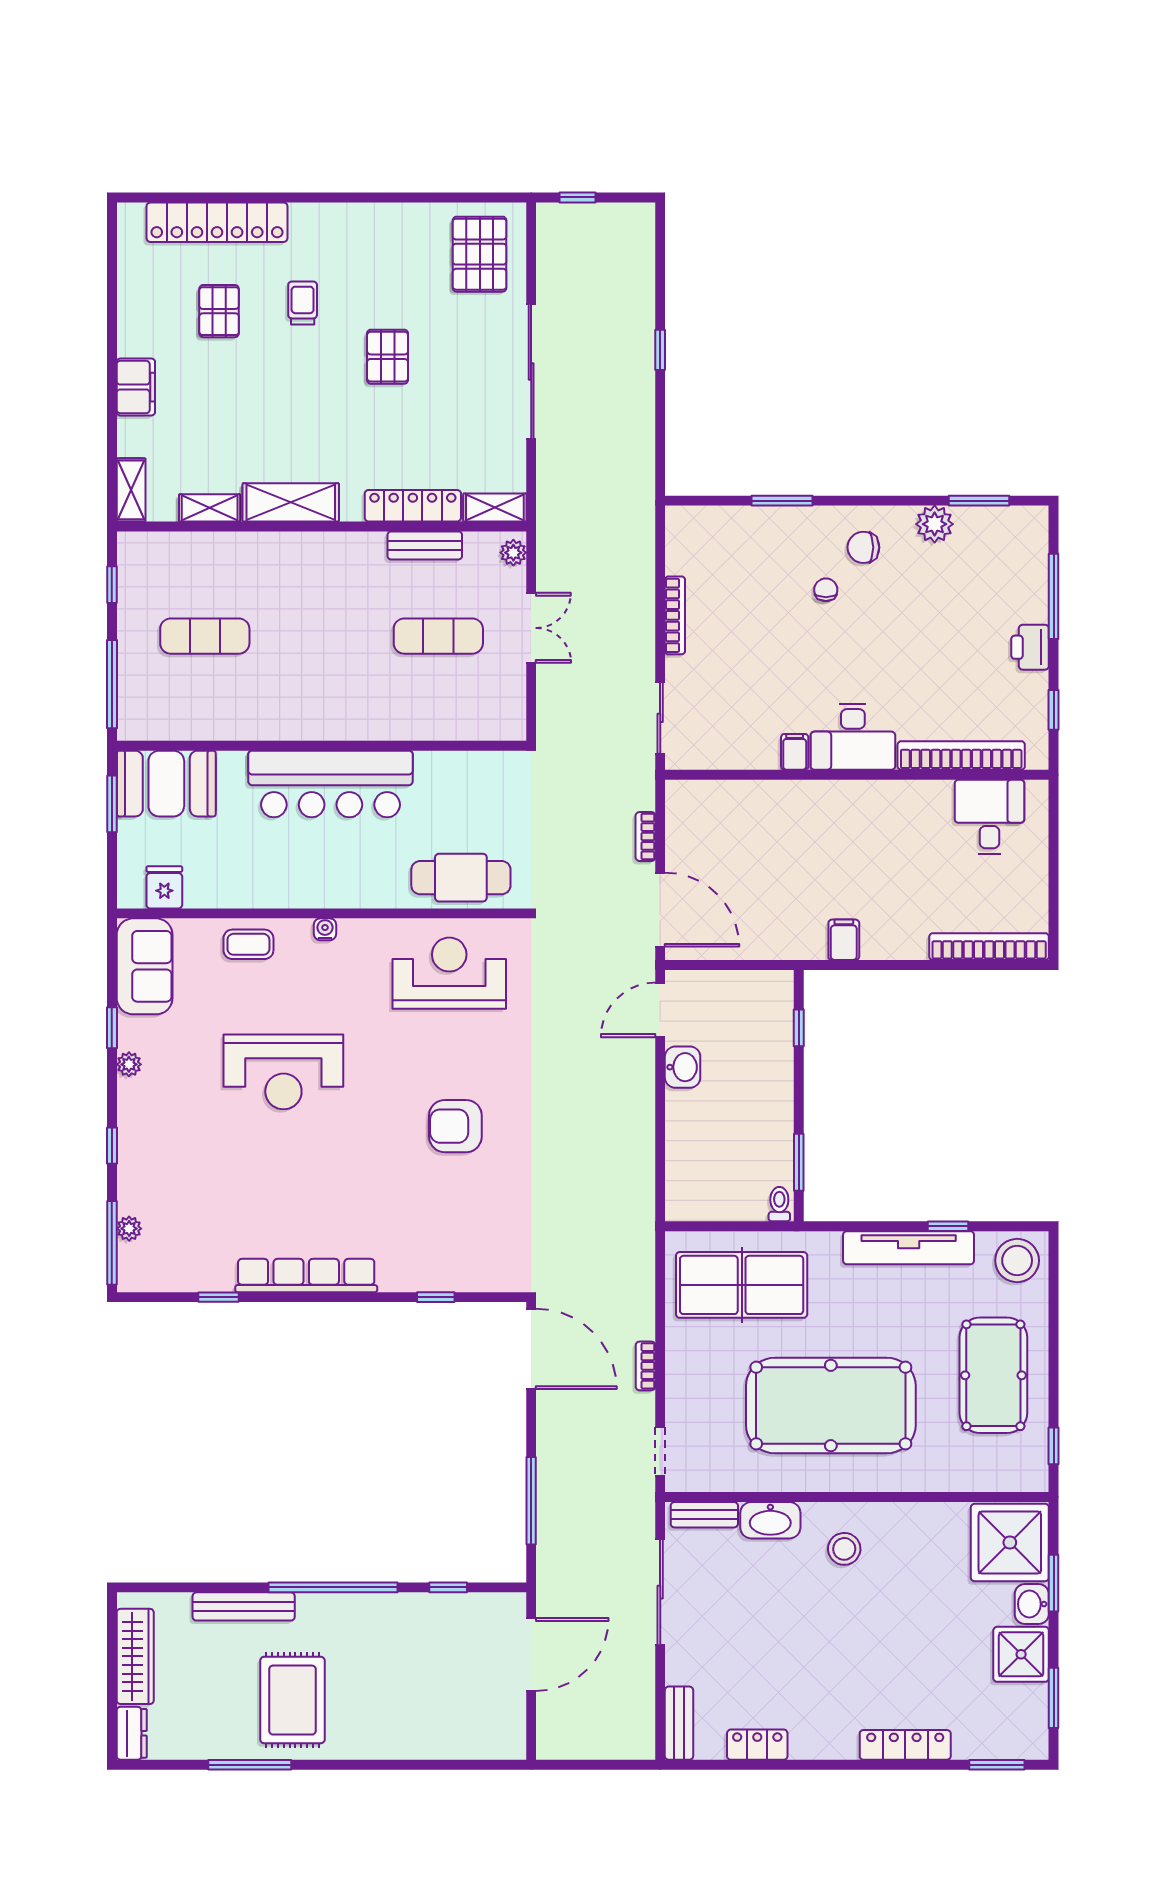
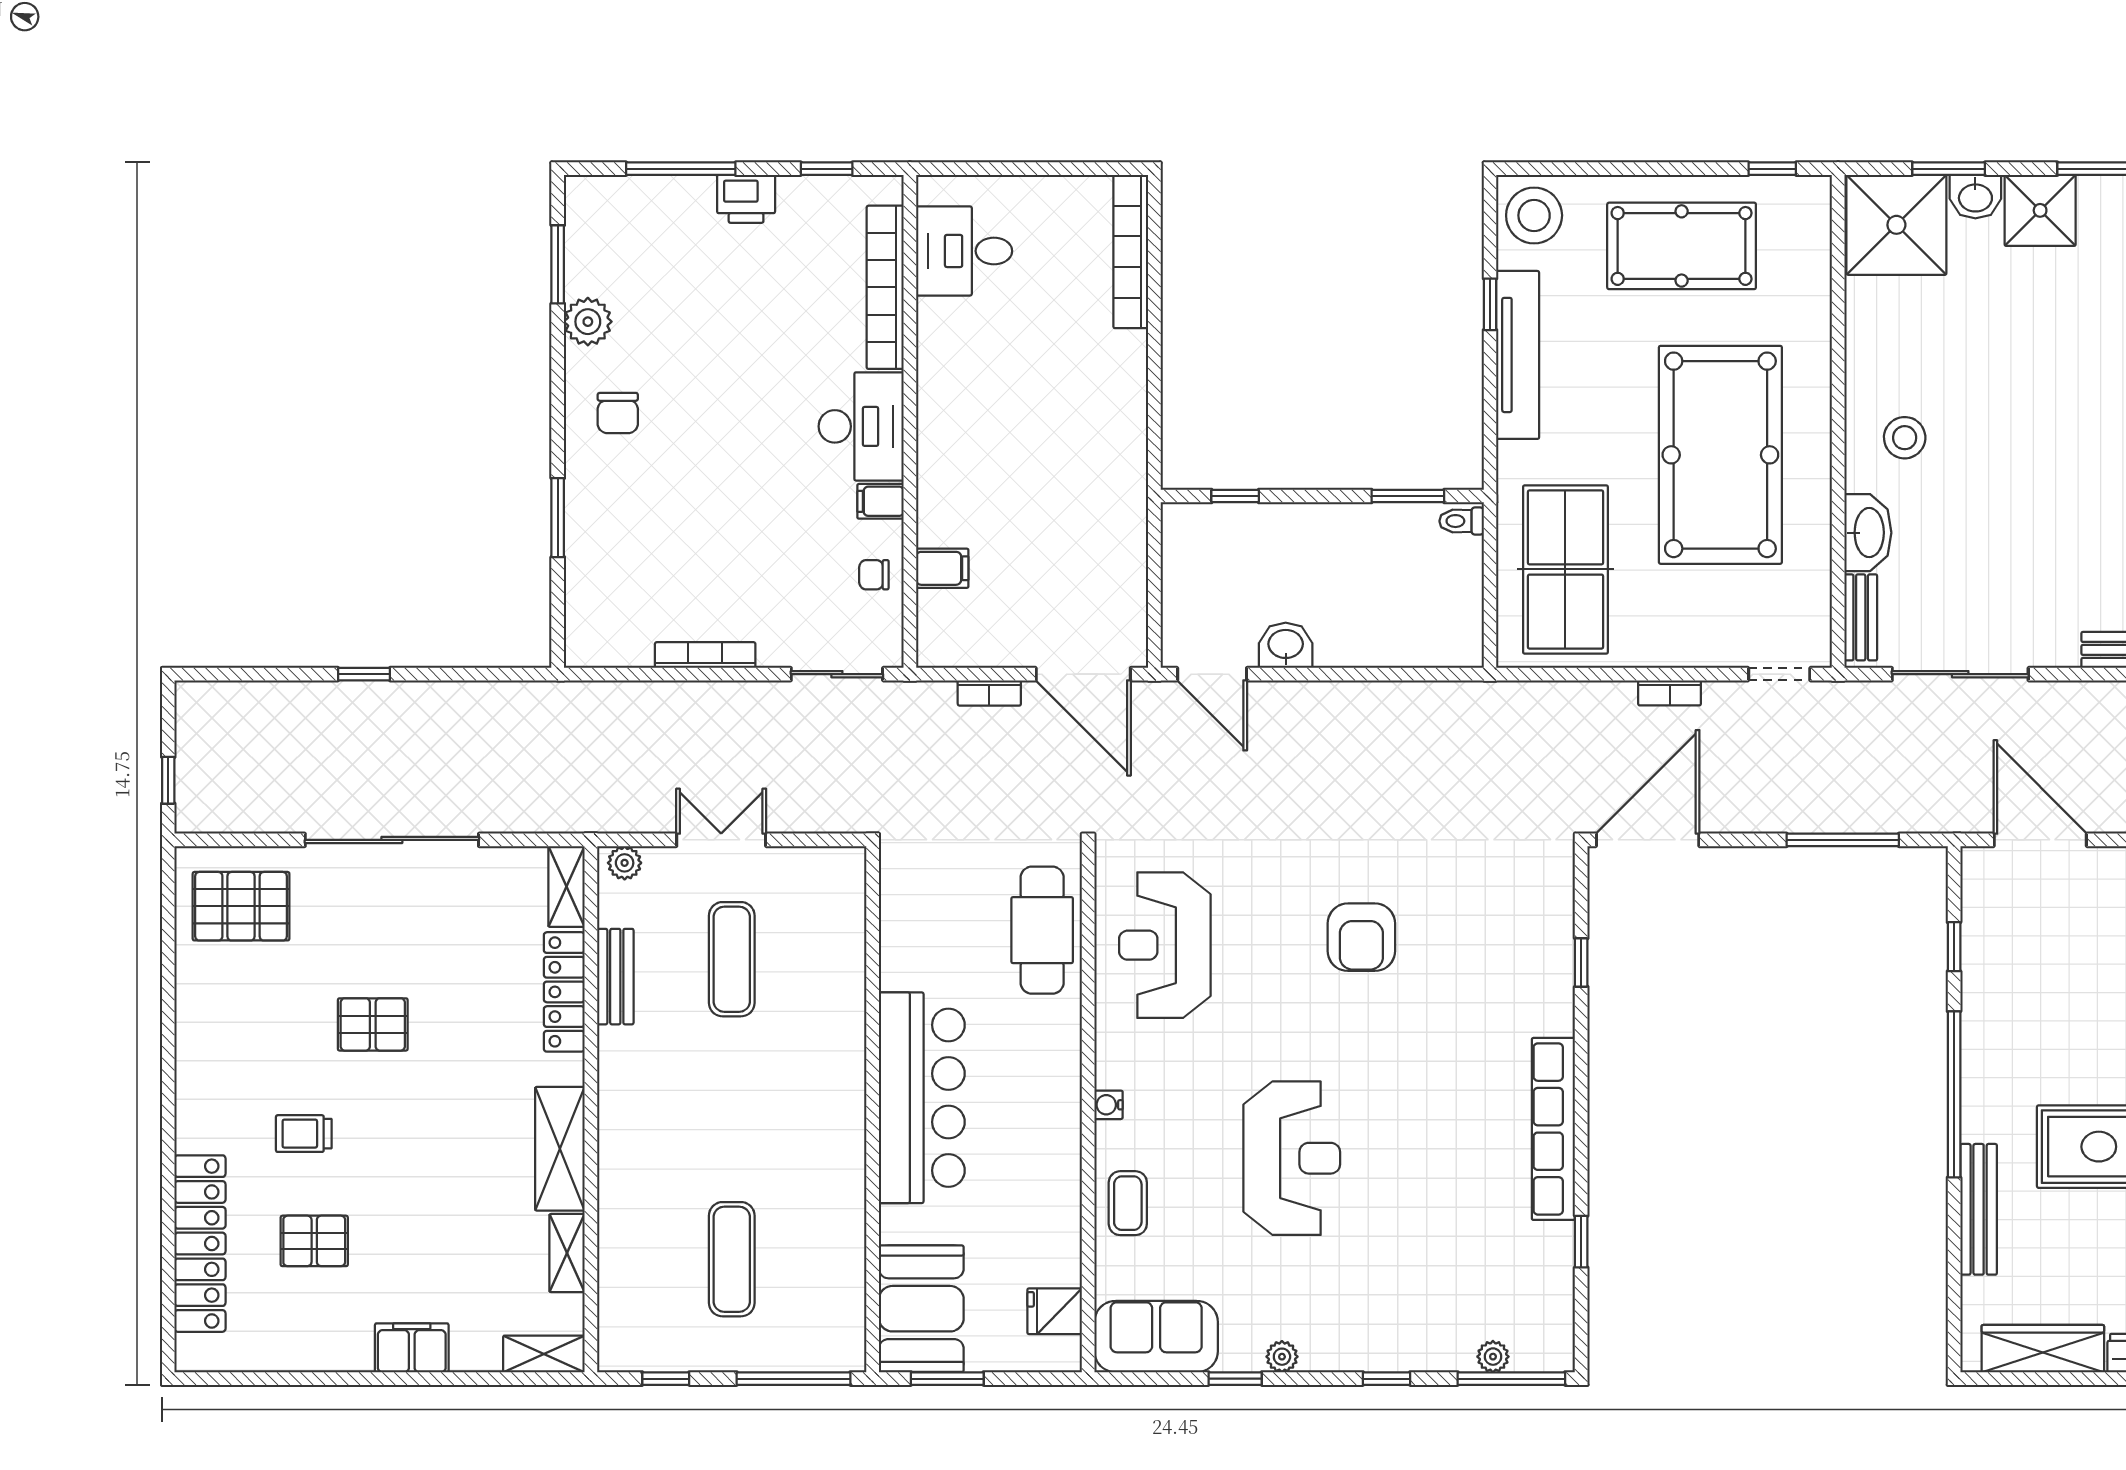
chair: (826, 590) -> (874, 575), moved
door: (660, 910) -> (1083, 674), swing flipped
filing cabinet: (844, 940) -> (942, 568), moved, turned 180

